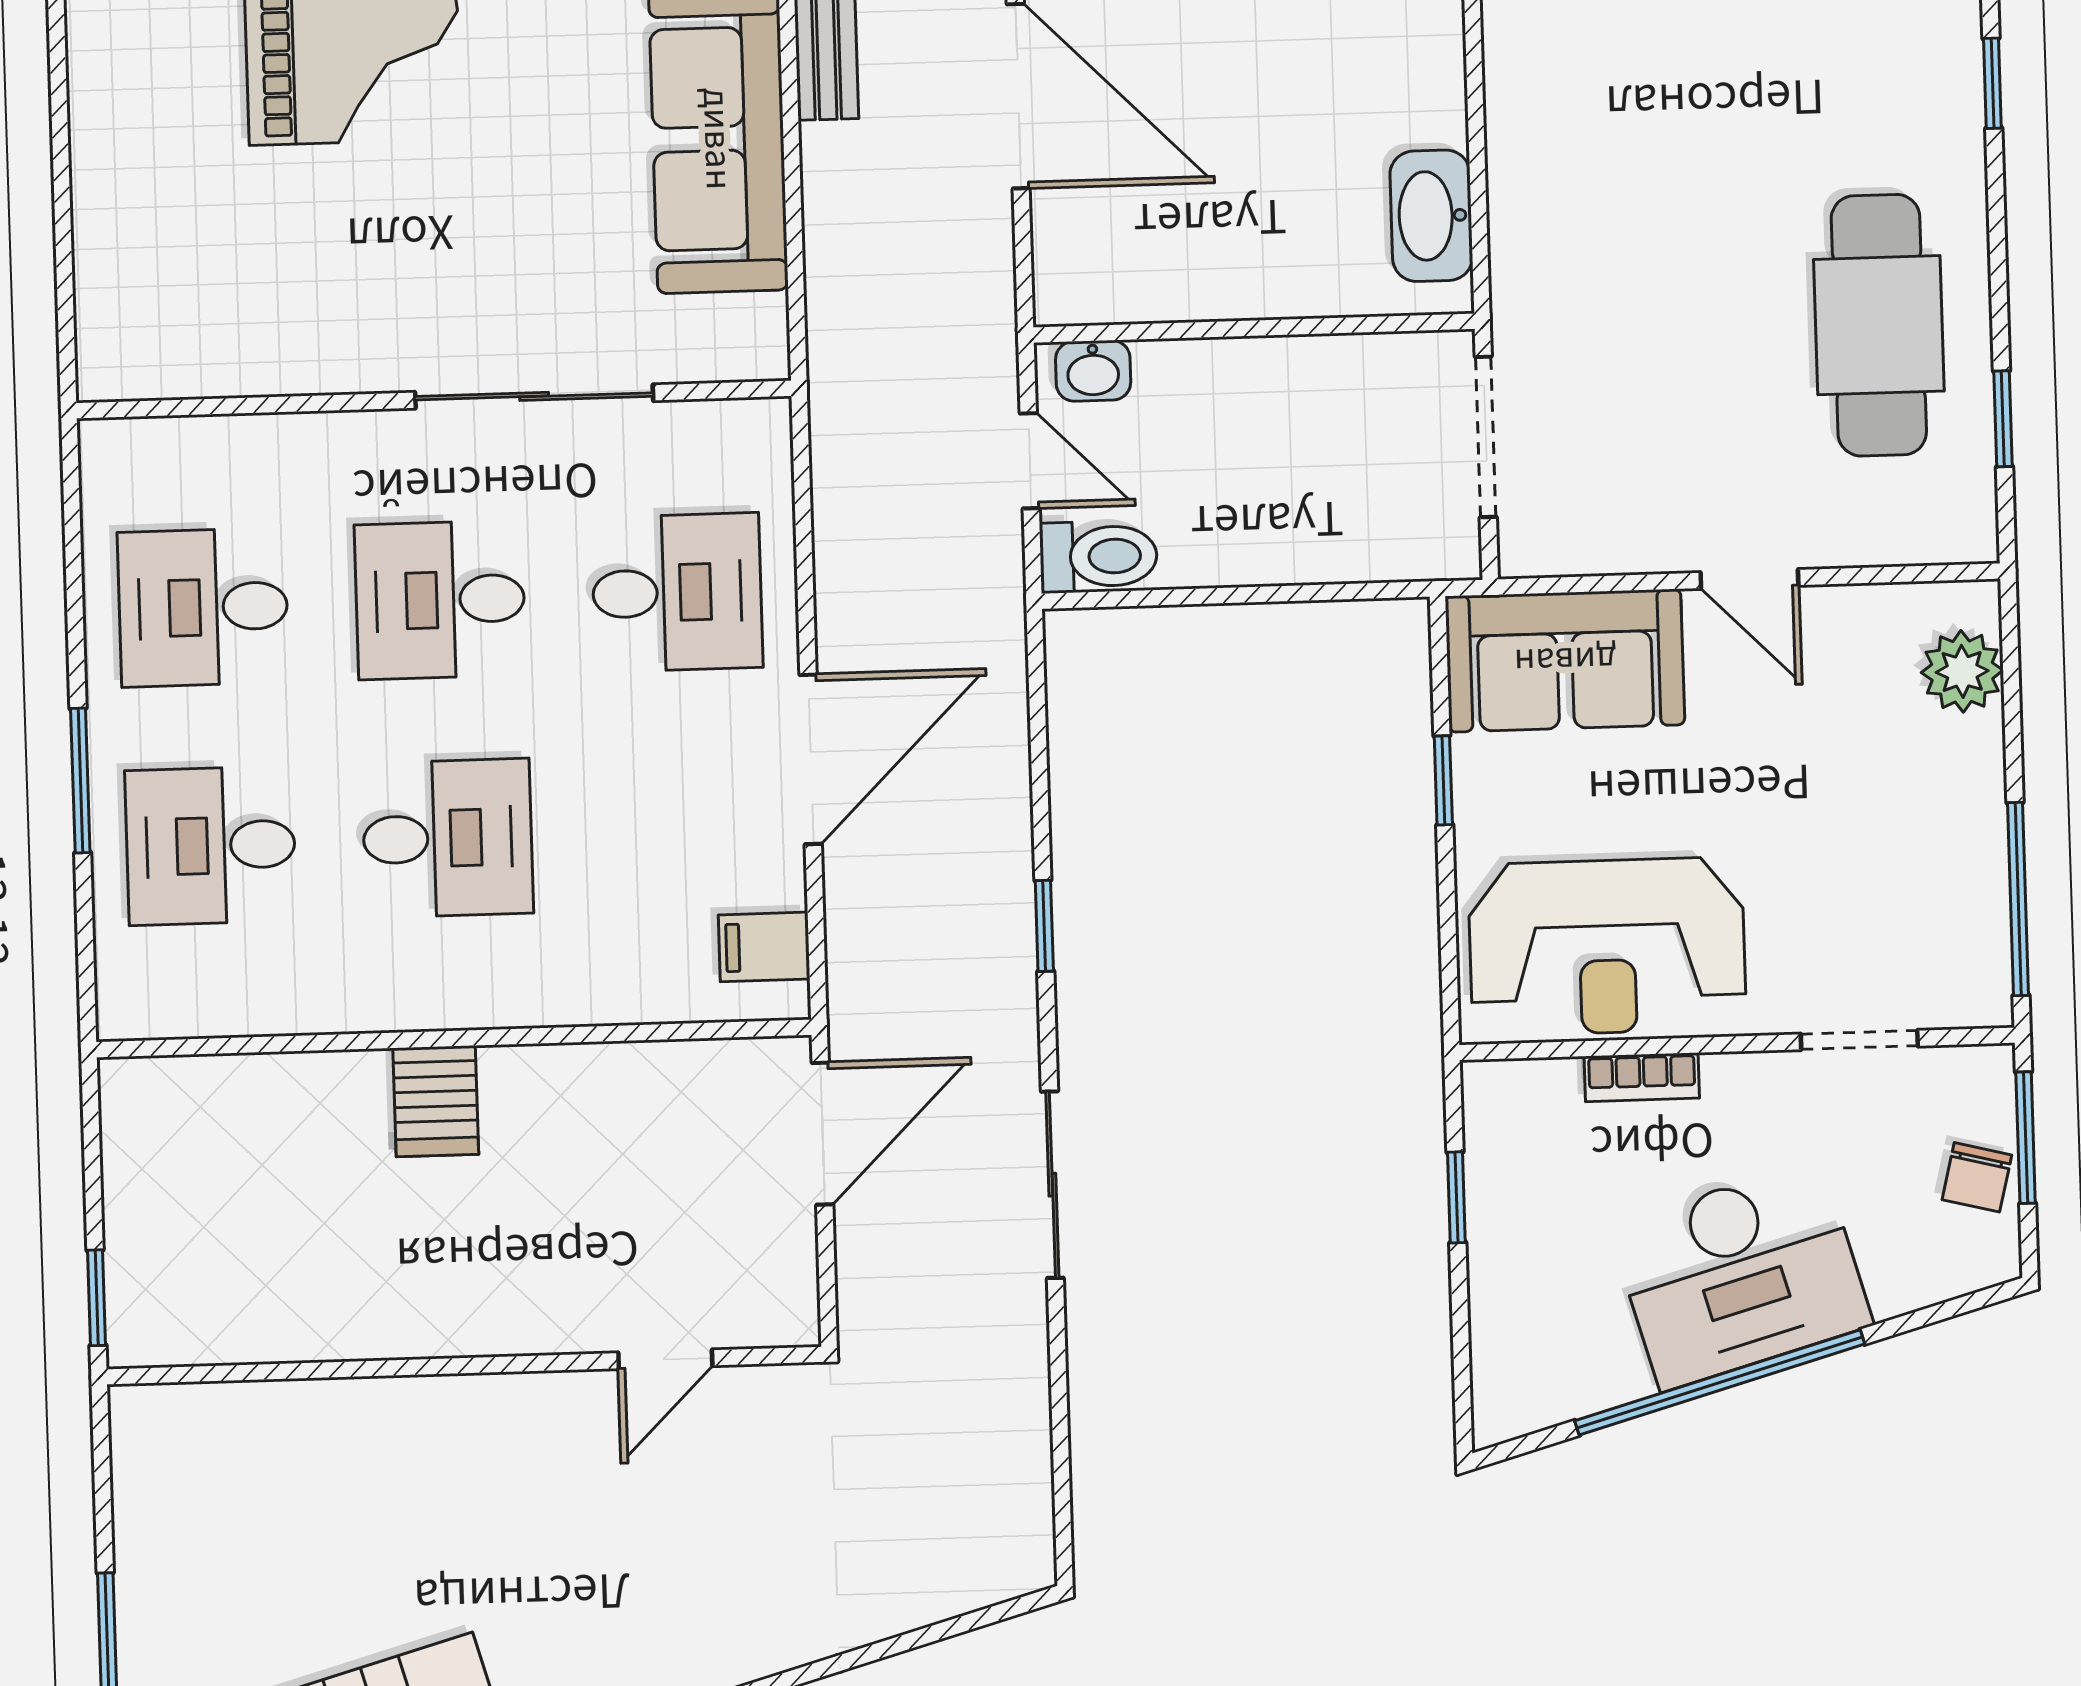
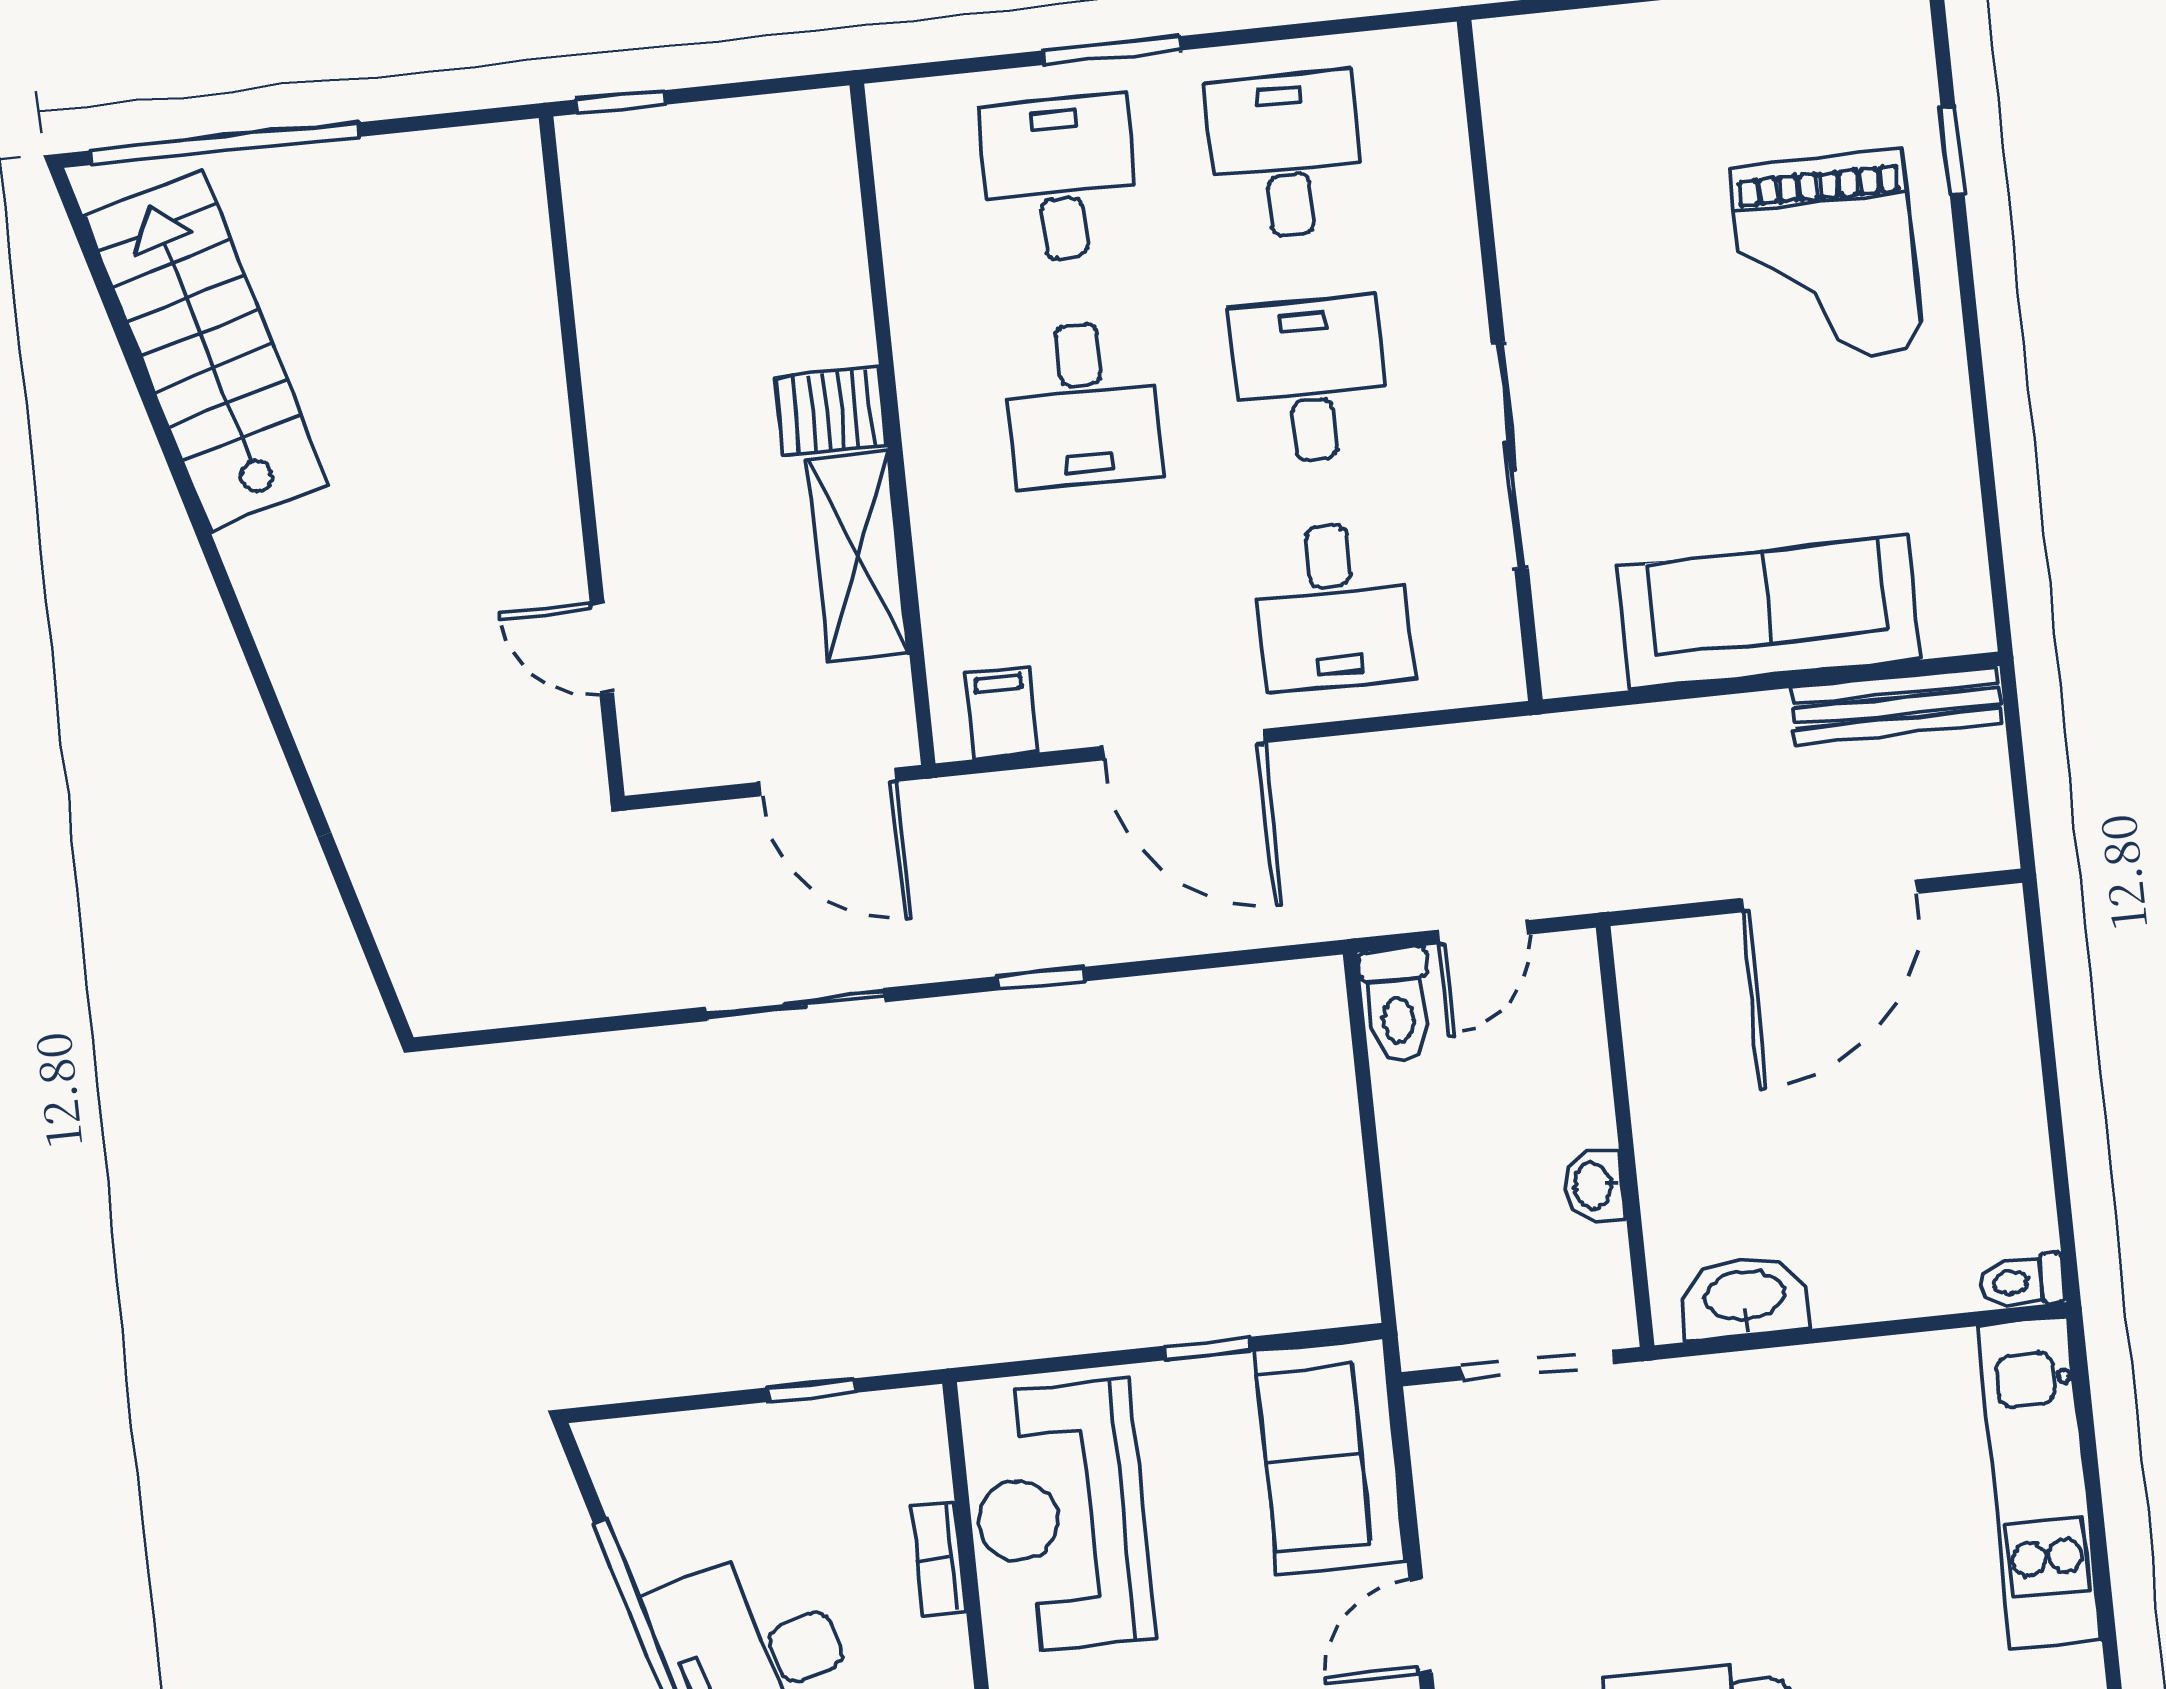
washbasin: (1093, 371) -> (1594, 1185), moved
shelving: (589, 1085) -> (858, 556), added

